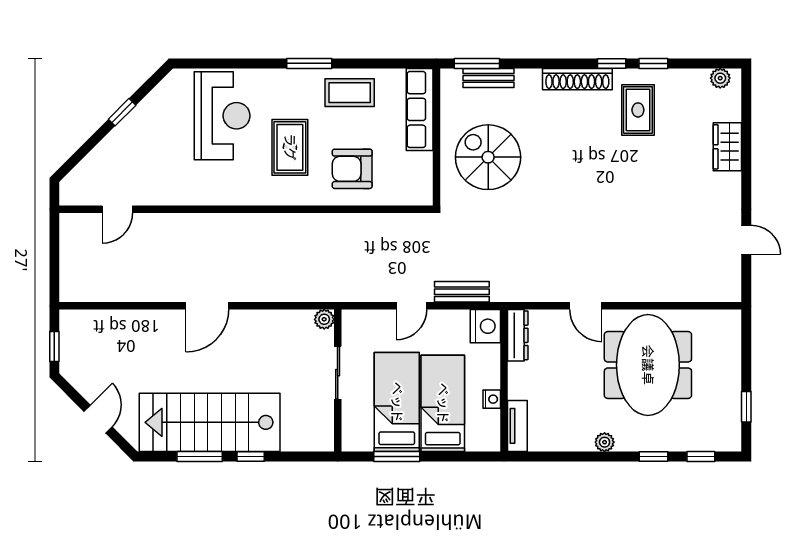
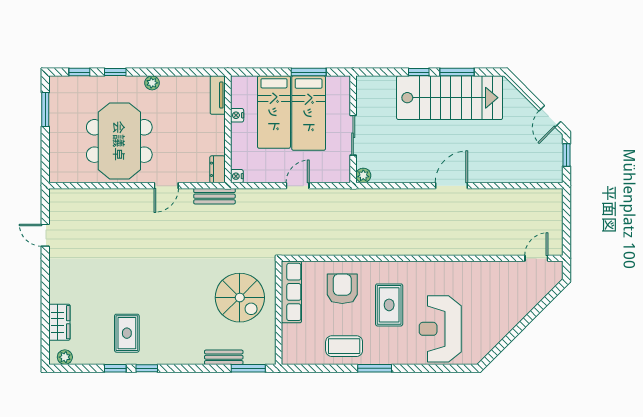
bench: (489, 78) -> (224, 357), moved
shoe rack: (577, 79) -> (173, 356), removed
row of seats: (420, 109) -> (291, 292), moved
window: (122, 112) -> (516, 331), removed
wardrobe: (727, 147) -> (59, 322), moved
armchair: (352, 169) -> (342, 289), turned -90
door: (117, 209) -> (536, 258), moved
bench: (462, 292) -> (214, 196), moved
door: (586, 306) -> (166, 186), swing flipped
nightstand: (485, 326) -> (237, 176), width x0.53, depth x0.56
dresser: (518, 335) -> (217, 169), width x0.70
window: (746, 407) -> (45, 110), width x1.50
door: (98, 419) -> (550, 116), moved

